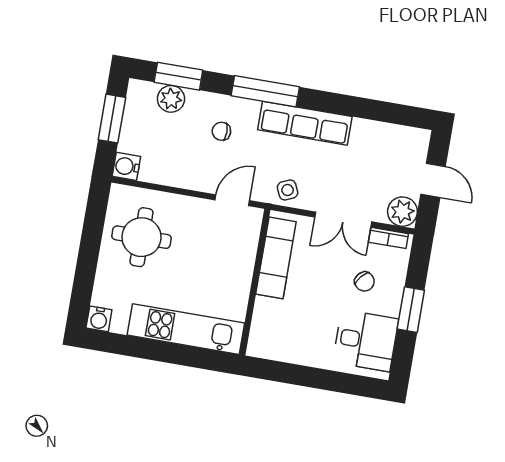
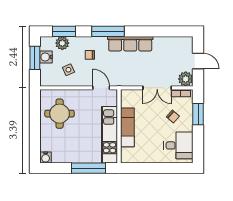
water cooler: (126, 166) -> (46, 57), moved
side table: (288, 190) -> (68, 70), moved
door: (232, 200) -> (101, 88), hinge flipped
exam couch: (276, 258) -> (127, 127), moved
window: (411, 310) -> (198, 114), moved
kitchen unit: (186, 329) -> (110, 135), moved, turned -90
window: (180, 355) -> (88, 168), added

